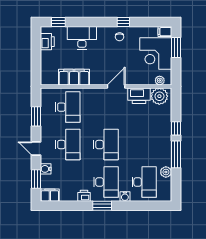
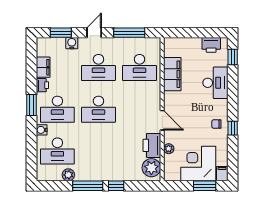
plant: (160, 80) -> (169, 149), moved
window: (36, 116) -> (129, 33), width x1.44
filing cabinet: (50, 195) -> (43, 67), moved

